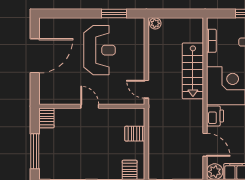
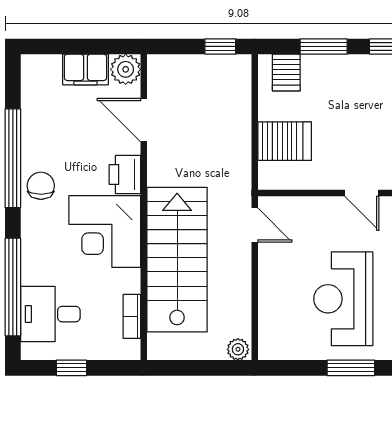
window: (114, 14) -> (351, 368), moved
stairs: (193, 71) -> (177, 260), width x1.36, depth x1.51
server rack: (135, 134) -> (285, 141), width x1.36, depth x1.44

